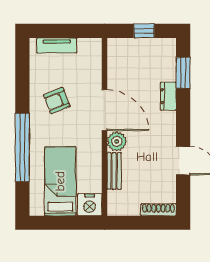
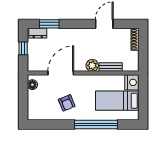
tv unit: (57, 45) -> (32, 103), removed
floor lamp: (86, 46) -> (32, 85), added
dresser: (168, 96) -> (38, 33), moved
door: (104, 110) -> (61, 73), moved

